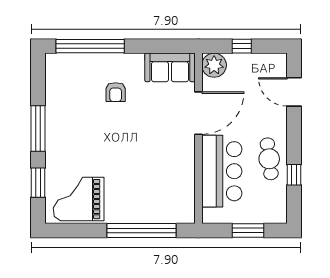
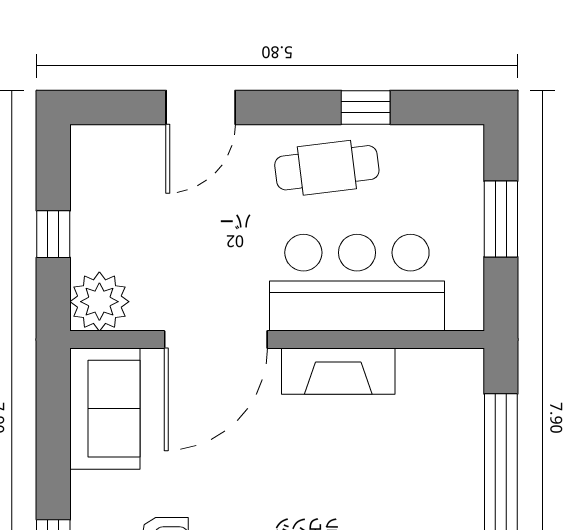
door: (294, 92) -> (201, 107), moved
door: (198, 113) -> (216, 340), swing flipped
fireplace: (185, 163) -> (338, 371), added

